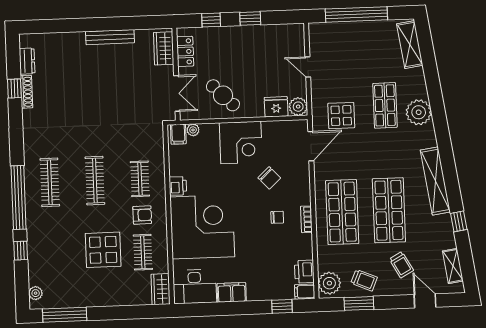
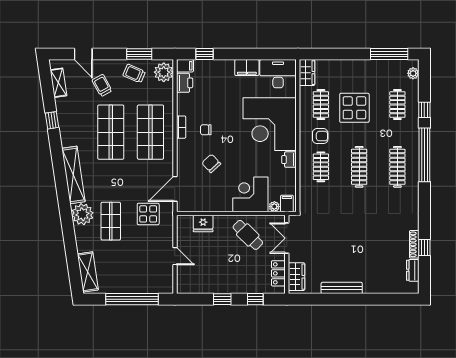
plant: (298, 107) -> (184, 223), removed
corner desk: (241, 143) -> (250, 194), moved
shelving: (435, 181) -> (73, 175), moved
armchair: (142, 215) -> (320, 136), turned 180
clothes rail: (53, 256) -> (397, 105), added

